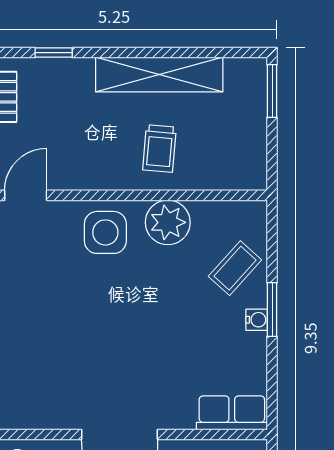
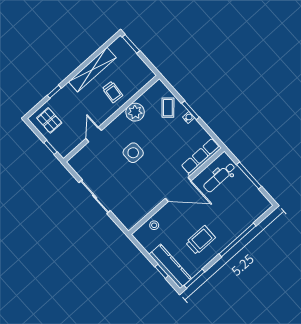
door: (26, 195) -> (94, 135), moved
side table: (105, 232) -> (133, 153), moved
row of seats: (232, 413) -> (201, 157), width x1.48

